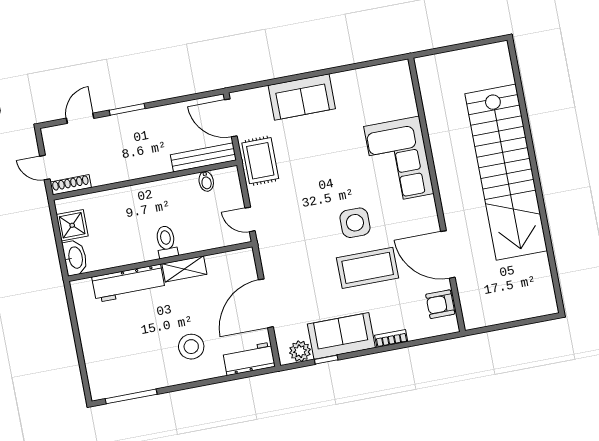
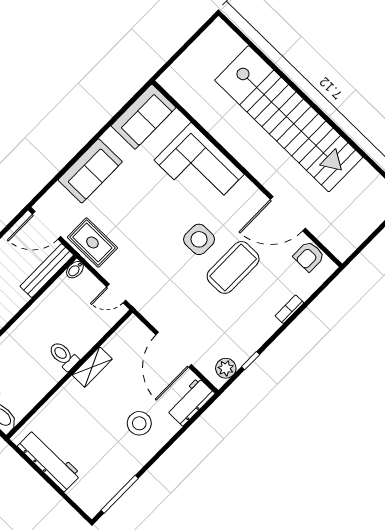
bidet: (206, 181) -> (75, 270), moved, turned 90
workbench: (128, 283) -> (49, 460), moved, turned -90
sofa: (341, 336) -> (143, 117), moved, turned 180

